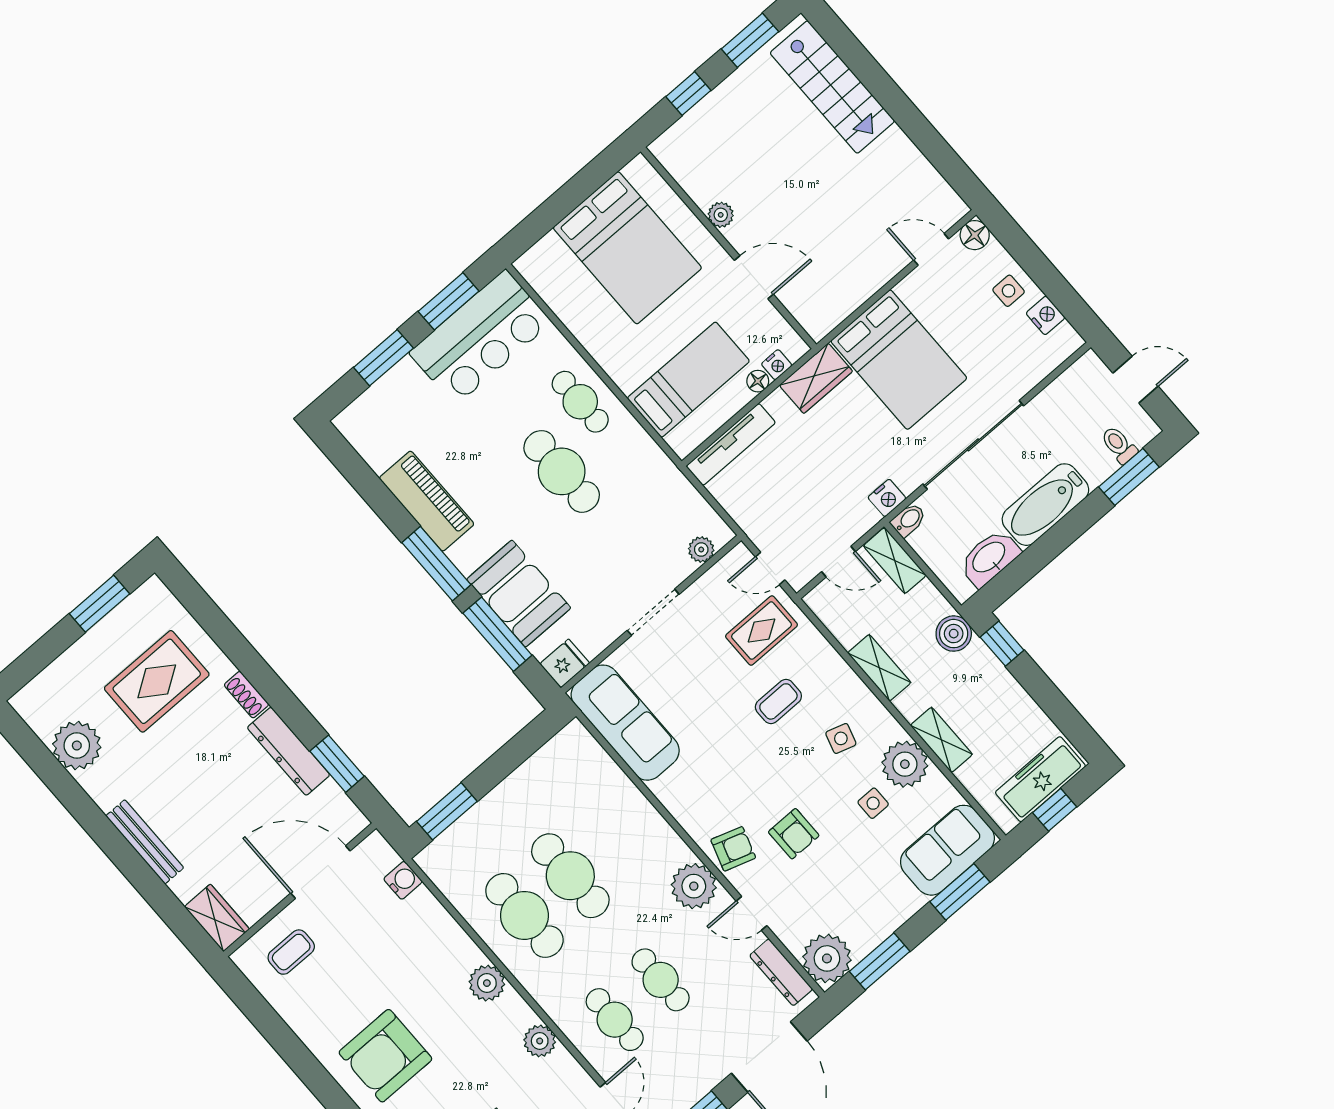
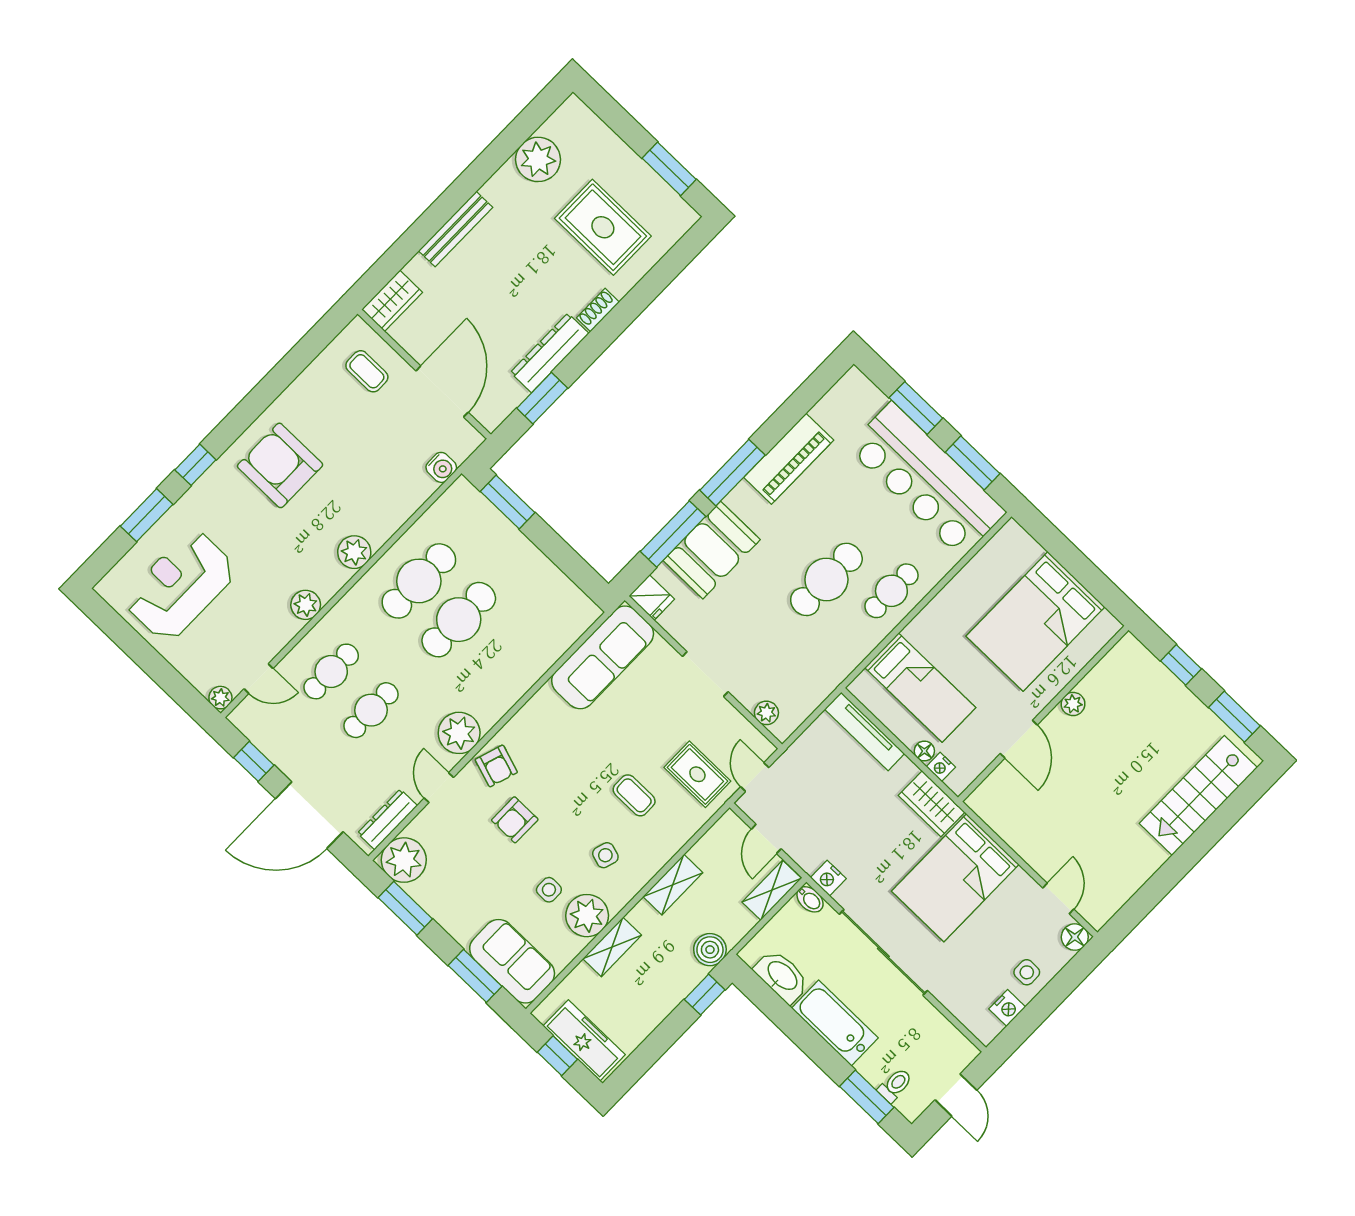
bar counter: (480, 337) -> (927, 480), width x1.36

